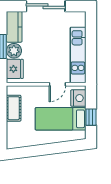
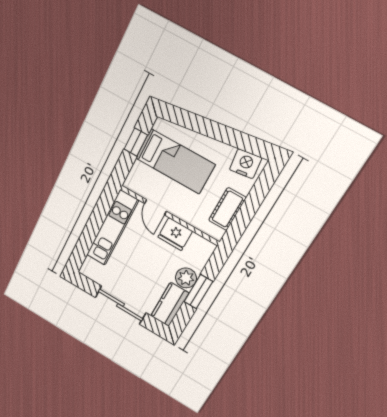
fridge: (15, 69) -> (175, 234), moved, turned -90
door: (57, 84) -> (155, 207), swing flipped
nightstand: (78, 98) -> (246, 164), moved, turned 83

